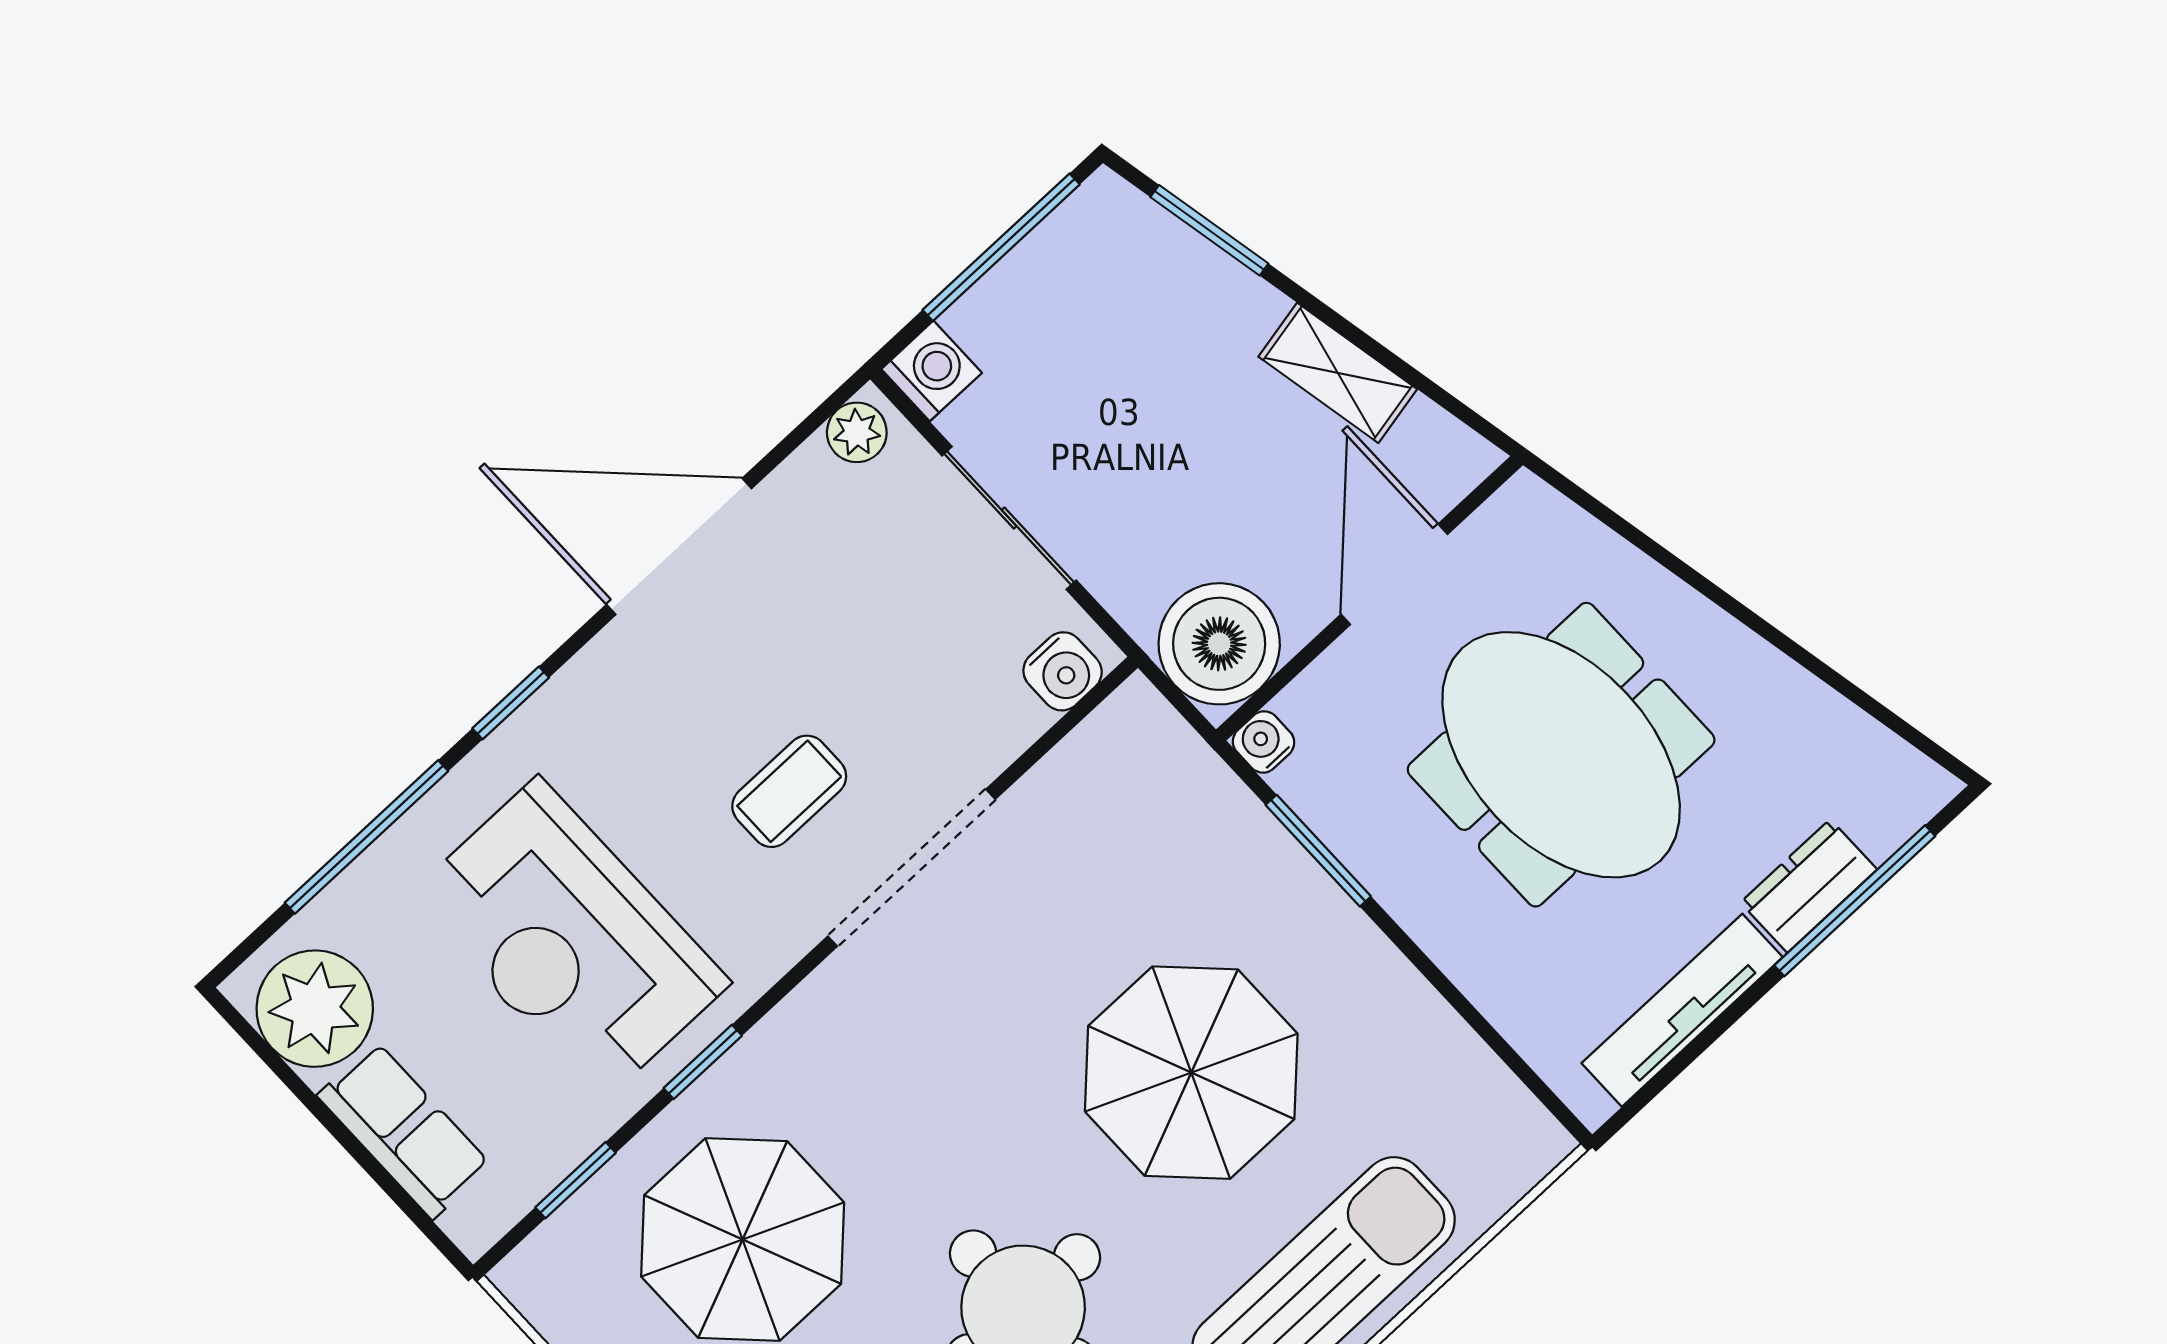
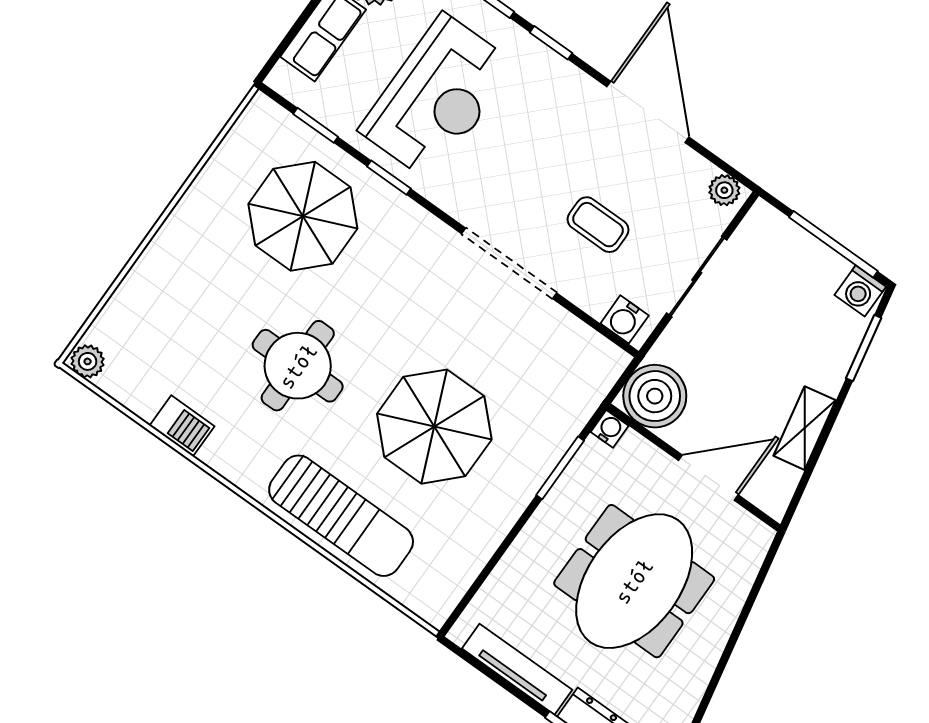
washing machine: (932, 371) -> (860, 291), moved, turned 90
coffee table: (789, 791) -> (598, 225), moved
reception desk: (570, 939) -> (437, 97), turned 180

